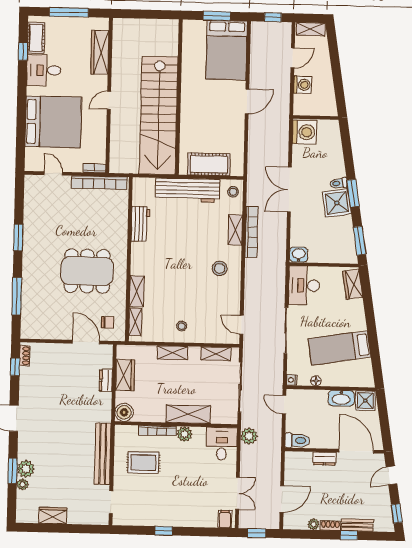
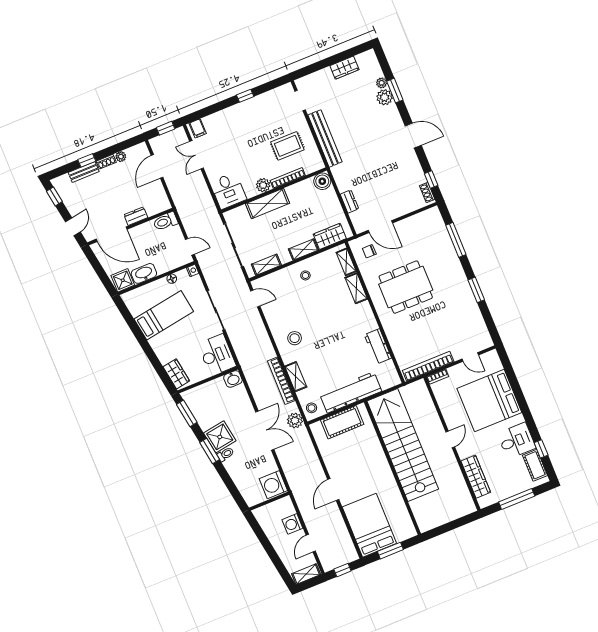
wardrobe: (125, 375) -> (330, 236), moved, turned 90
plant: (249, 436) -> (295, 420), moved

